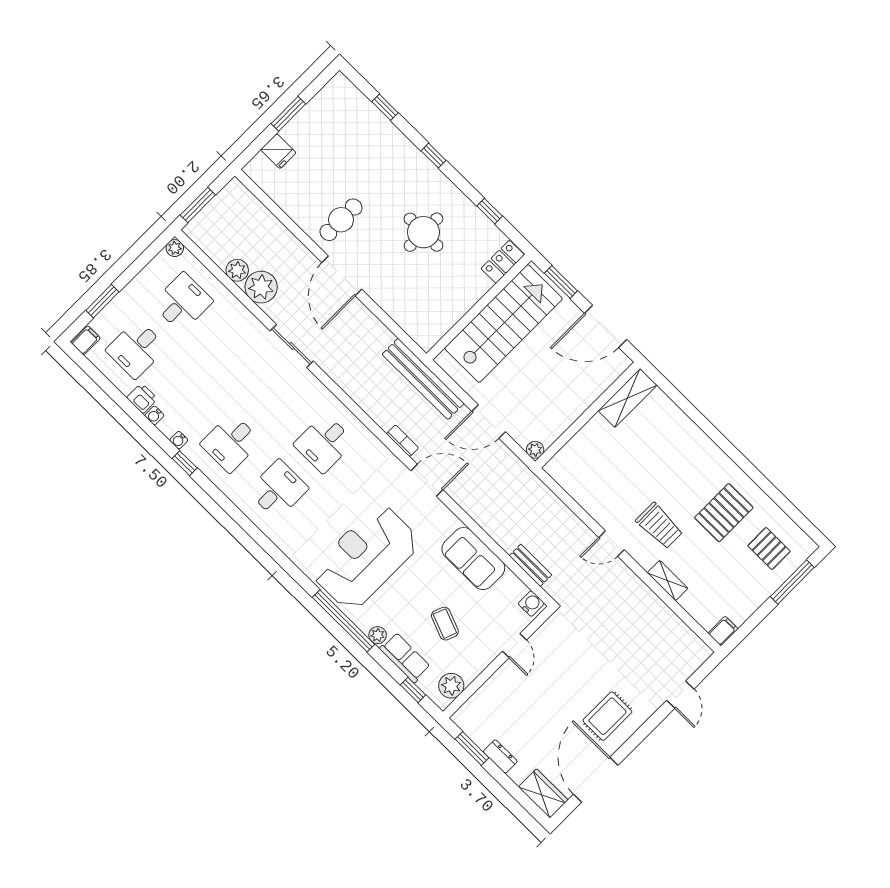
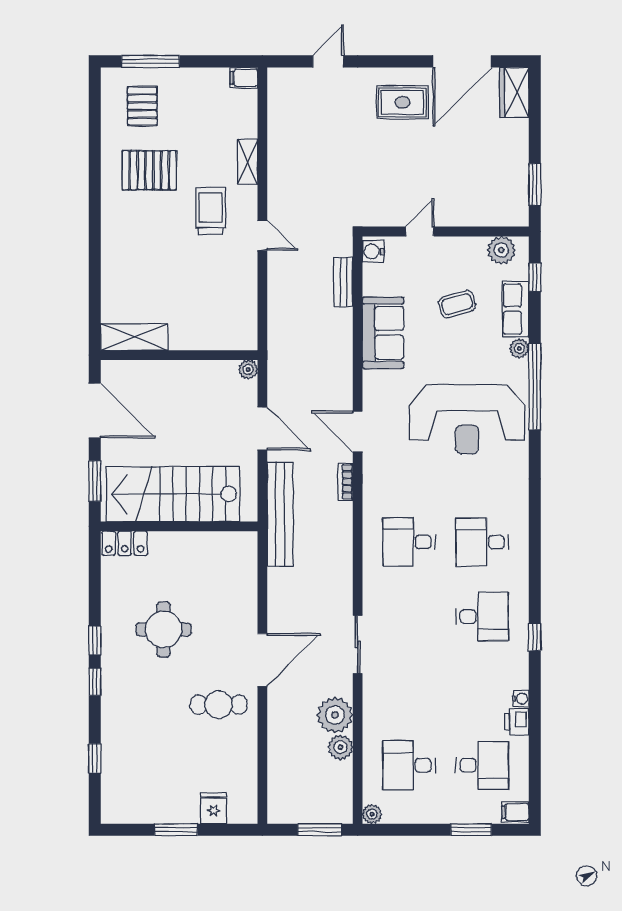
window: (490, 211) -> (95, 640), moved
water cooler: (179, 440) -> (521, 660), removed
desk: (324, 443) -> (409, 542), turned 180
coffee table: (445, 624) -> (457, 304), turned 53
dresser: (500, 756) -> (519, 156), removed

